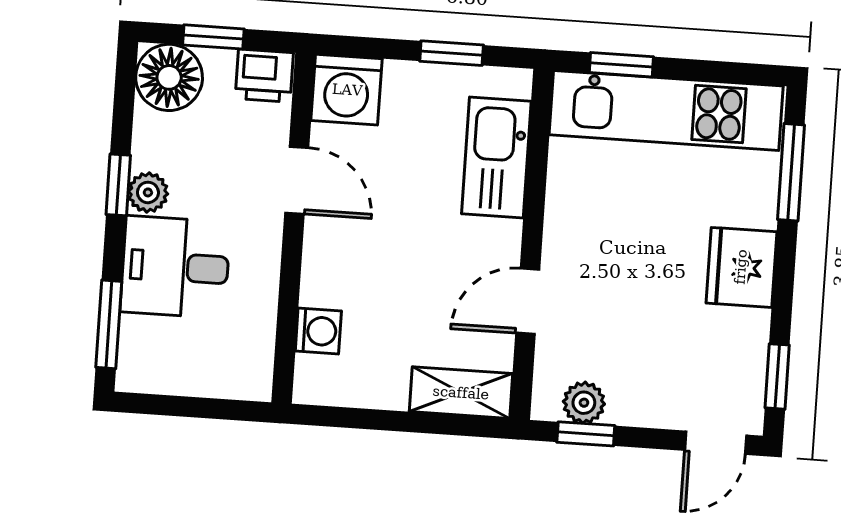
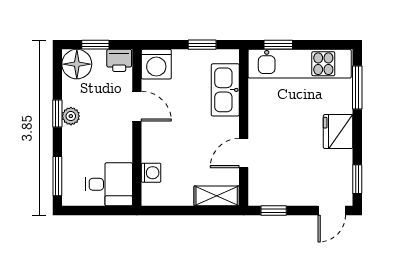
desk: (175, 267) -> (109, 184), moved, turned 180
plant: (584, 403) -> (272, 197), removed

